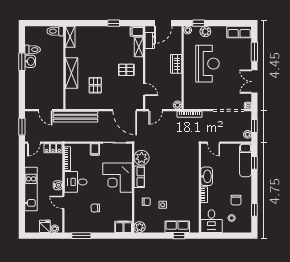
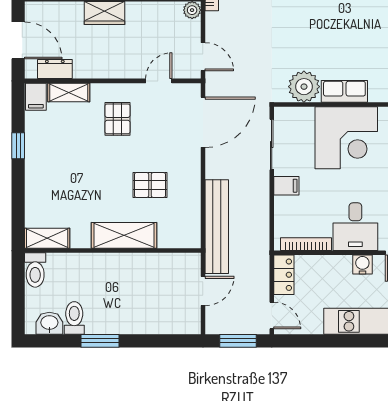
washbasin: (30, 61) -> (49, 323), moved

